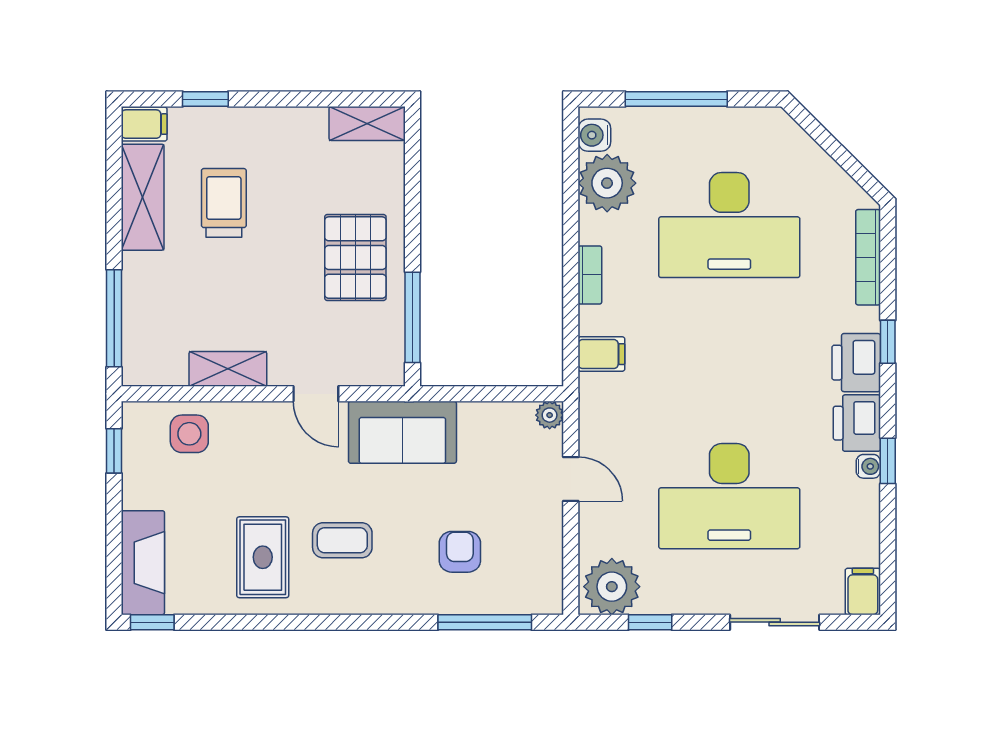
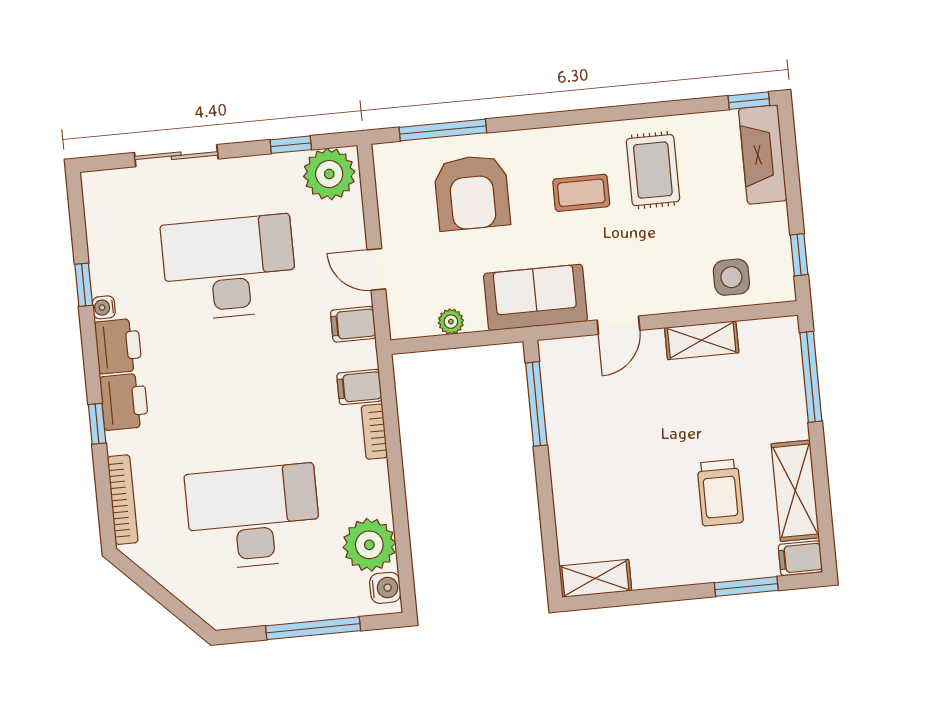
window: (205, 99) -> (746, 587), width x1.50
pallet: (355, 258) -> (594, 454), removed
bookcase: (590, 275) -> (374, 432), moved
door: (316, 394) -> (618, 325), swing flipped
plant: (550, 415) -> (451, 322), moved
window: (888, 461) -> (84, 285), moved
armchair: (460, 552) -> (472, 193), width x1.88, depth x1.88
filing cabinet: (863, 591) -> (353, 324), moved, turned 90

